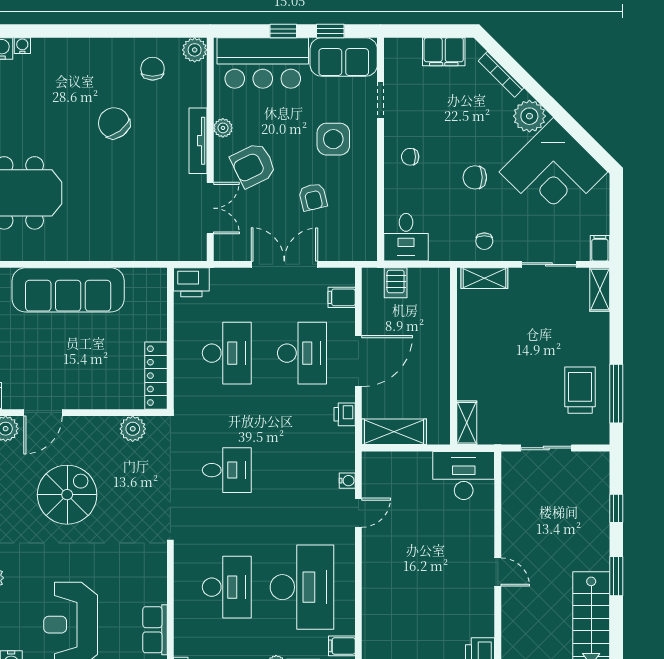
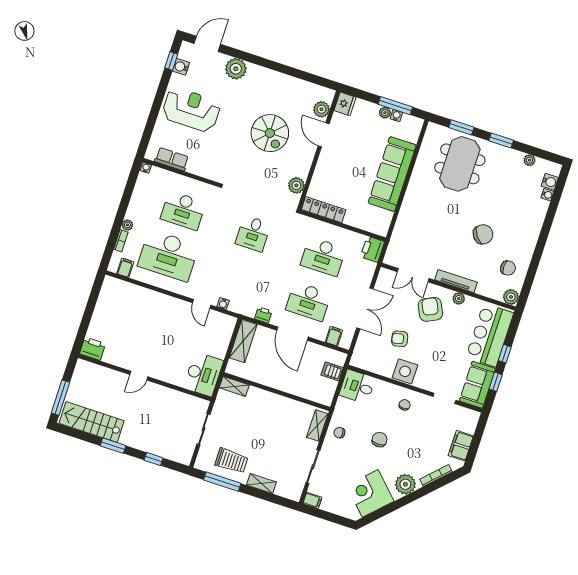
side table: (333, 139) -> (405, 371), moved
corner desk: (553, 172) -> (370, 493), width x0.74, depth x0.74
shelving: (600, 290) -> (261, 484), moved

